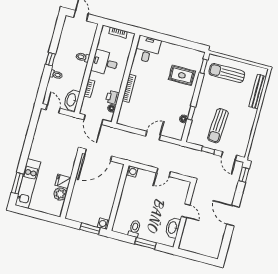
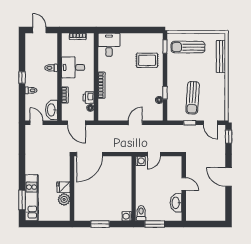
washing machine: (132, 171) -> (140, 161), moved
wall: (118, 198) -> (134, 189), moved
washing machine: (103, 224) -> (127, 216), moved

